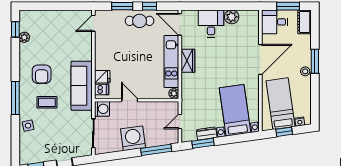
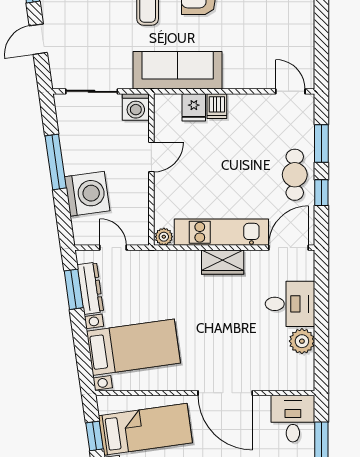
dishwasher: (102, 90) -> (217, 106), moved
dresser: (207, 133) -> (90, 288), width x1.44
washing machine: (133, 138) -> (87, 194), moved
window: (156, 150) -> (56, 162), moved

